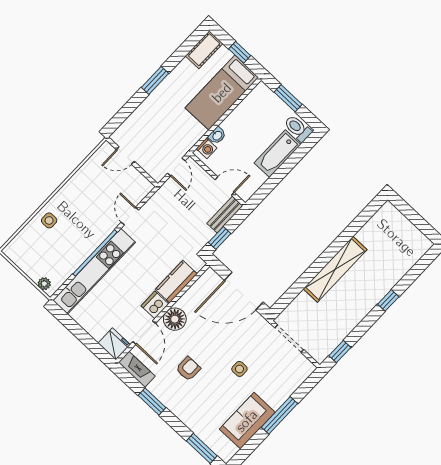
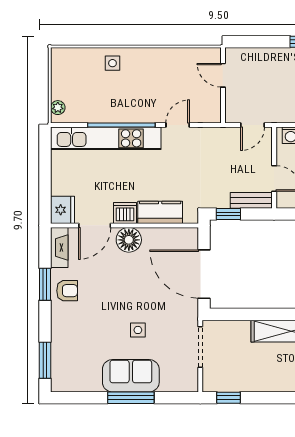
armchair: (188, 369) -> (67, 291), moved
sofa: (247, 421) -> (131, 376), moved

